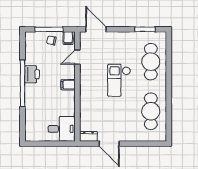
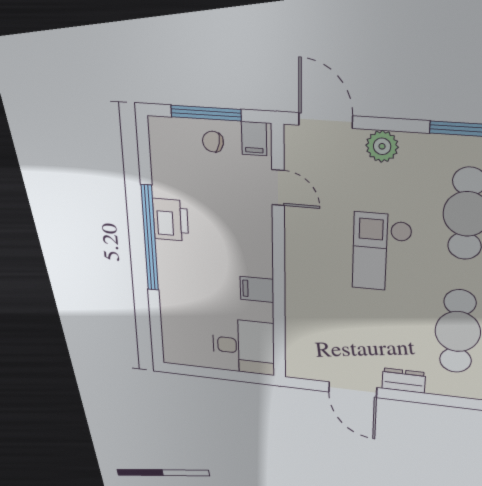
plant: (118, 38) -> (382, 146), added
door: (77, 57) -> (278, 188), swing flipped
filing cabinet: (68, 85) -> (257, 289), moved
dresser: (88, 136) -> (404, 381), moved

